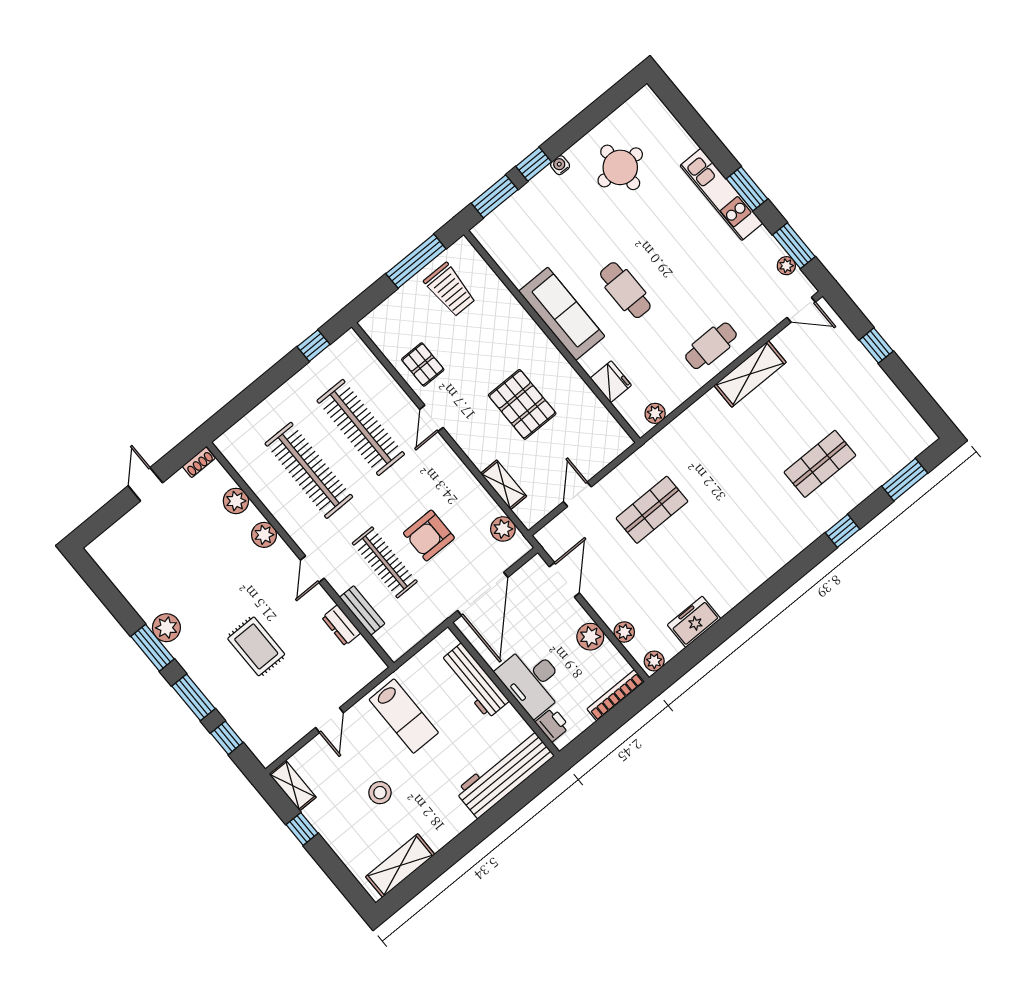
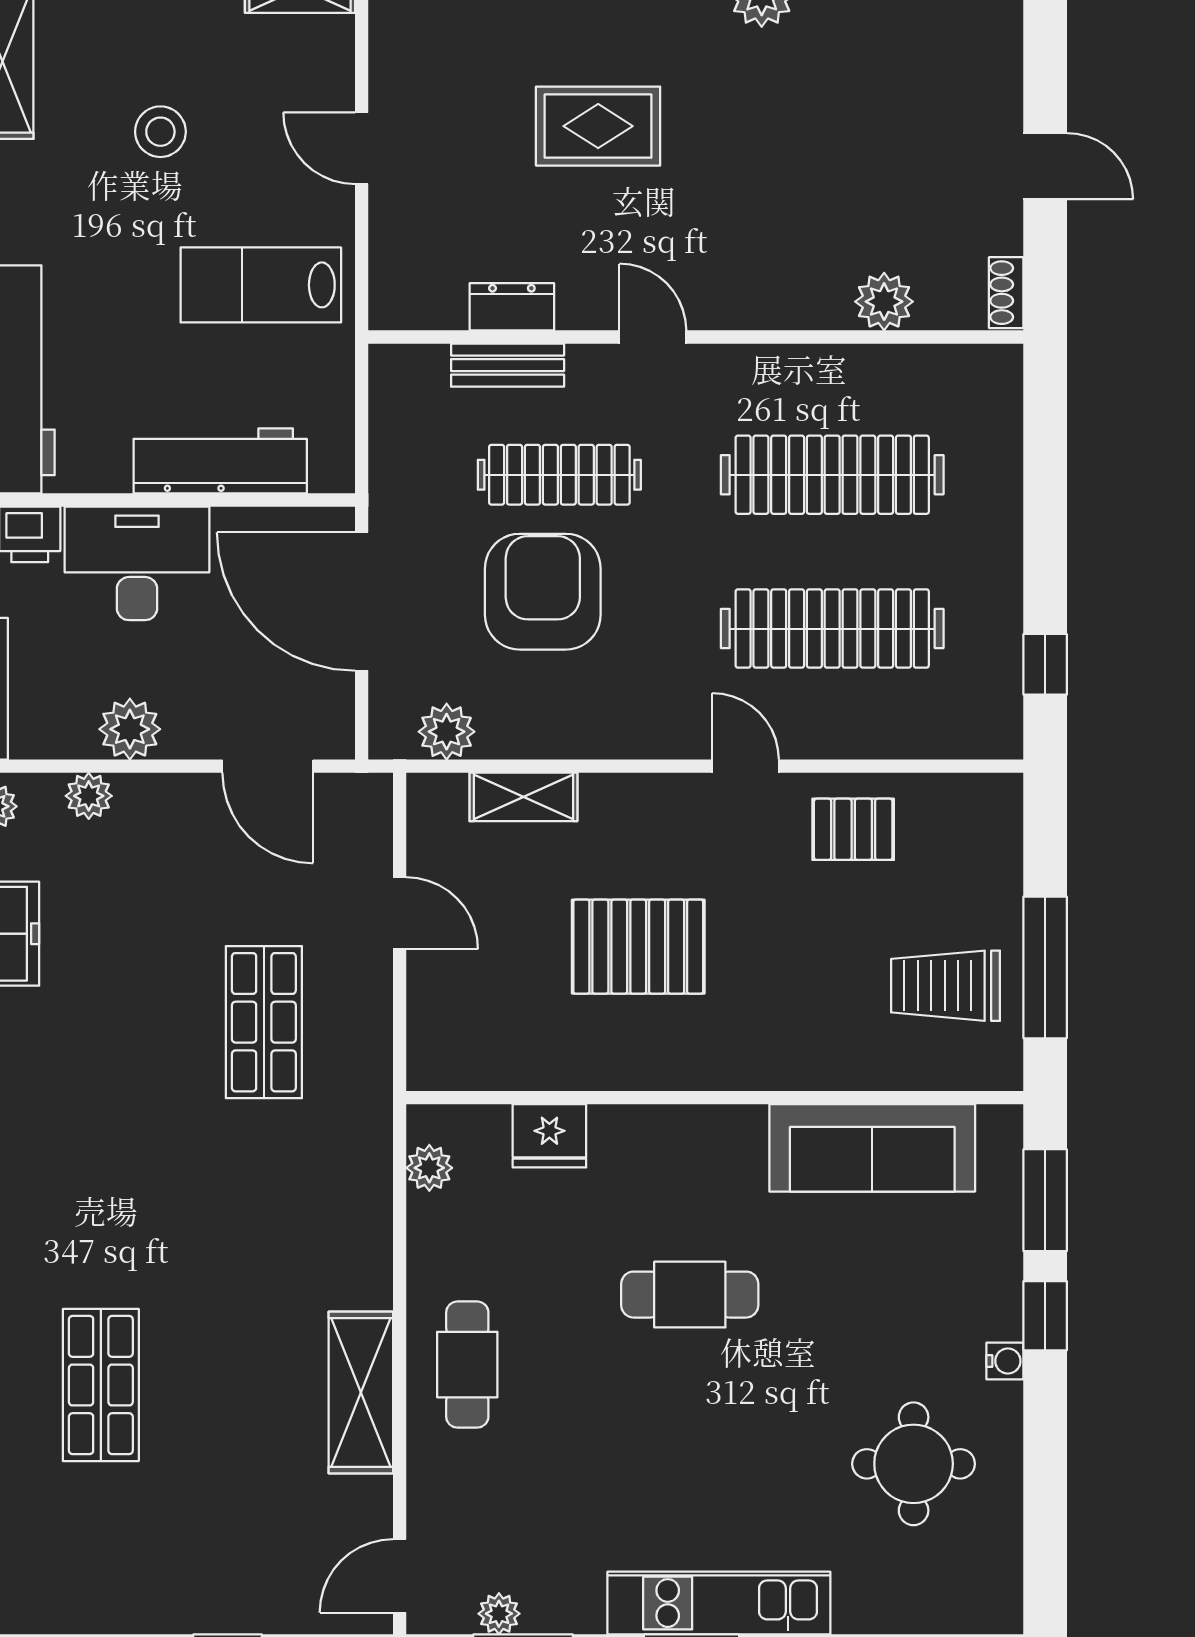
sofa: (562, 314) -> (872, 1148), moved
plant: (264, 535) -> (783, 302), removed
armchair: (429, 535) -> (543, 592), width x1.36, depth x1.36

